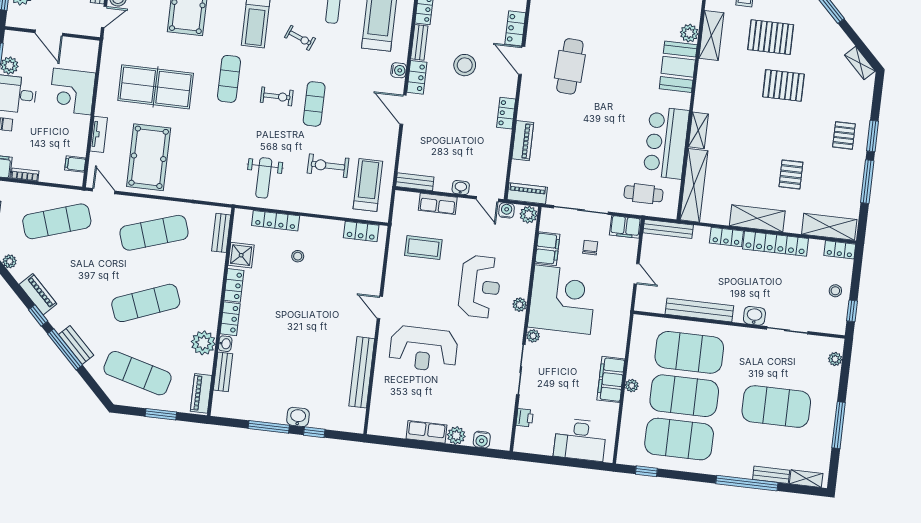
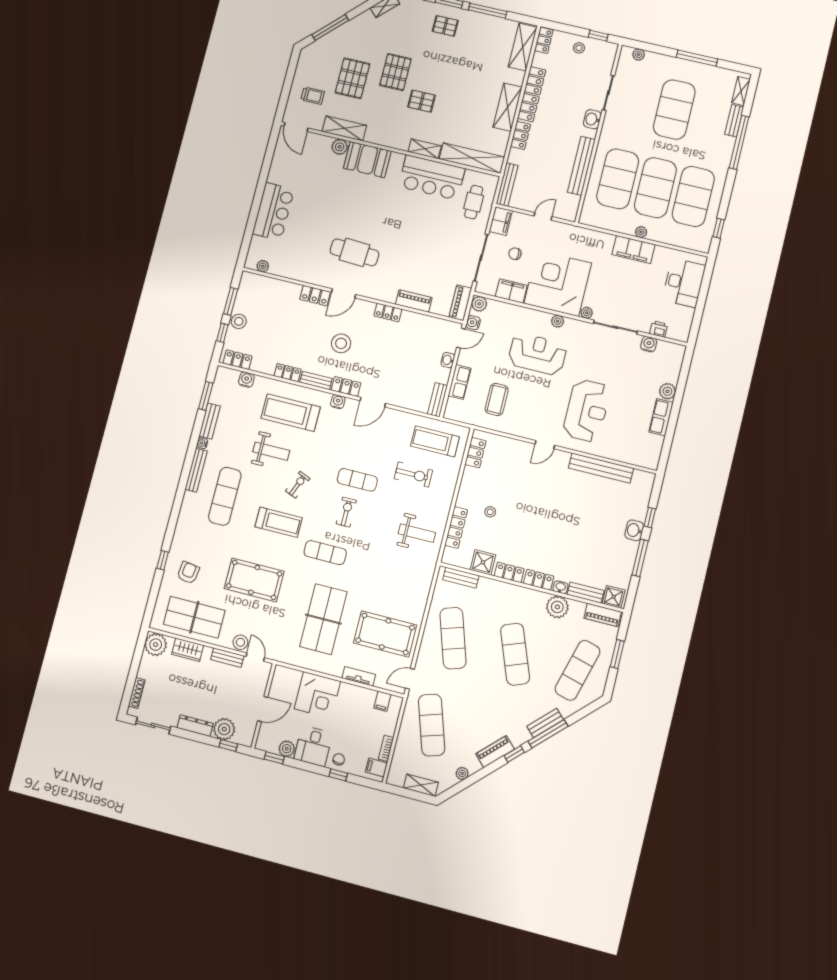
exercise bike: (328, 166) -> (413, 475), turned -90
pallet: (791, 174) -> (422, 101), moved
shower: (222, 403) -> (614, 597), added
water cooler: (482, 440) -> (649, 344), moved, turned -90

